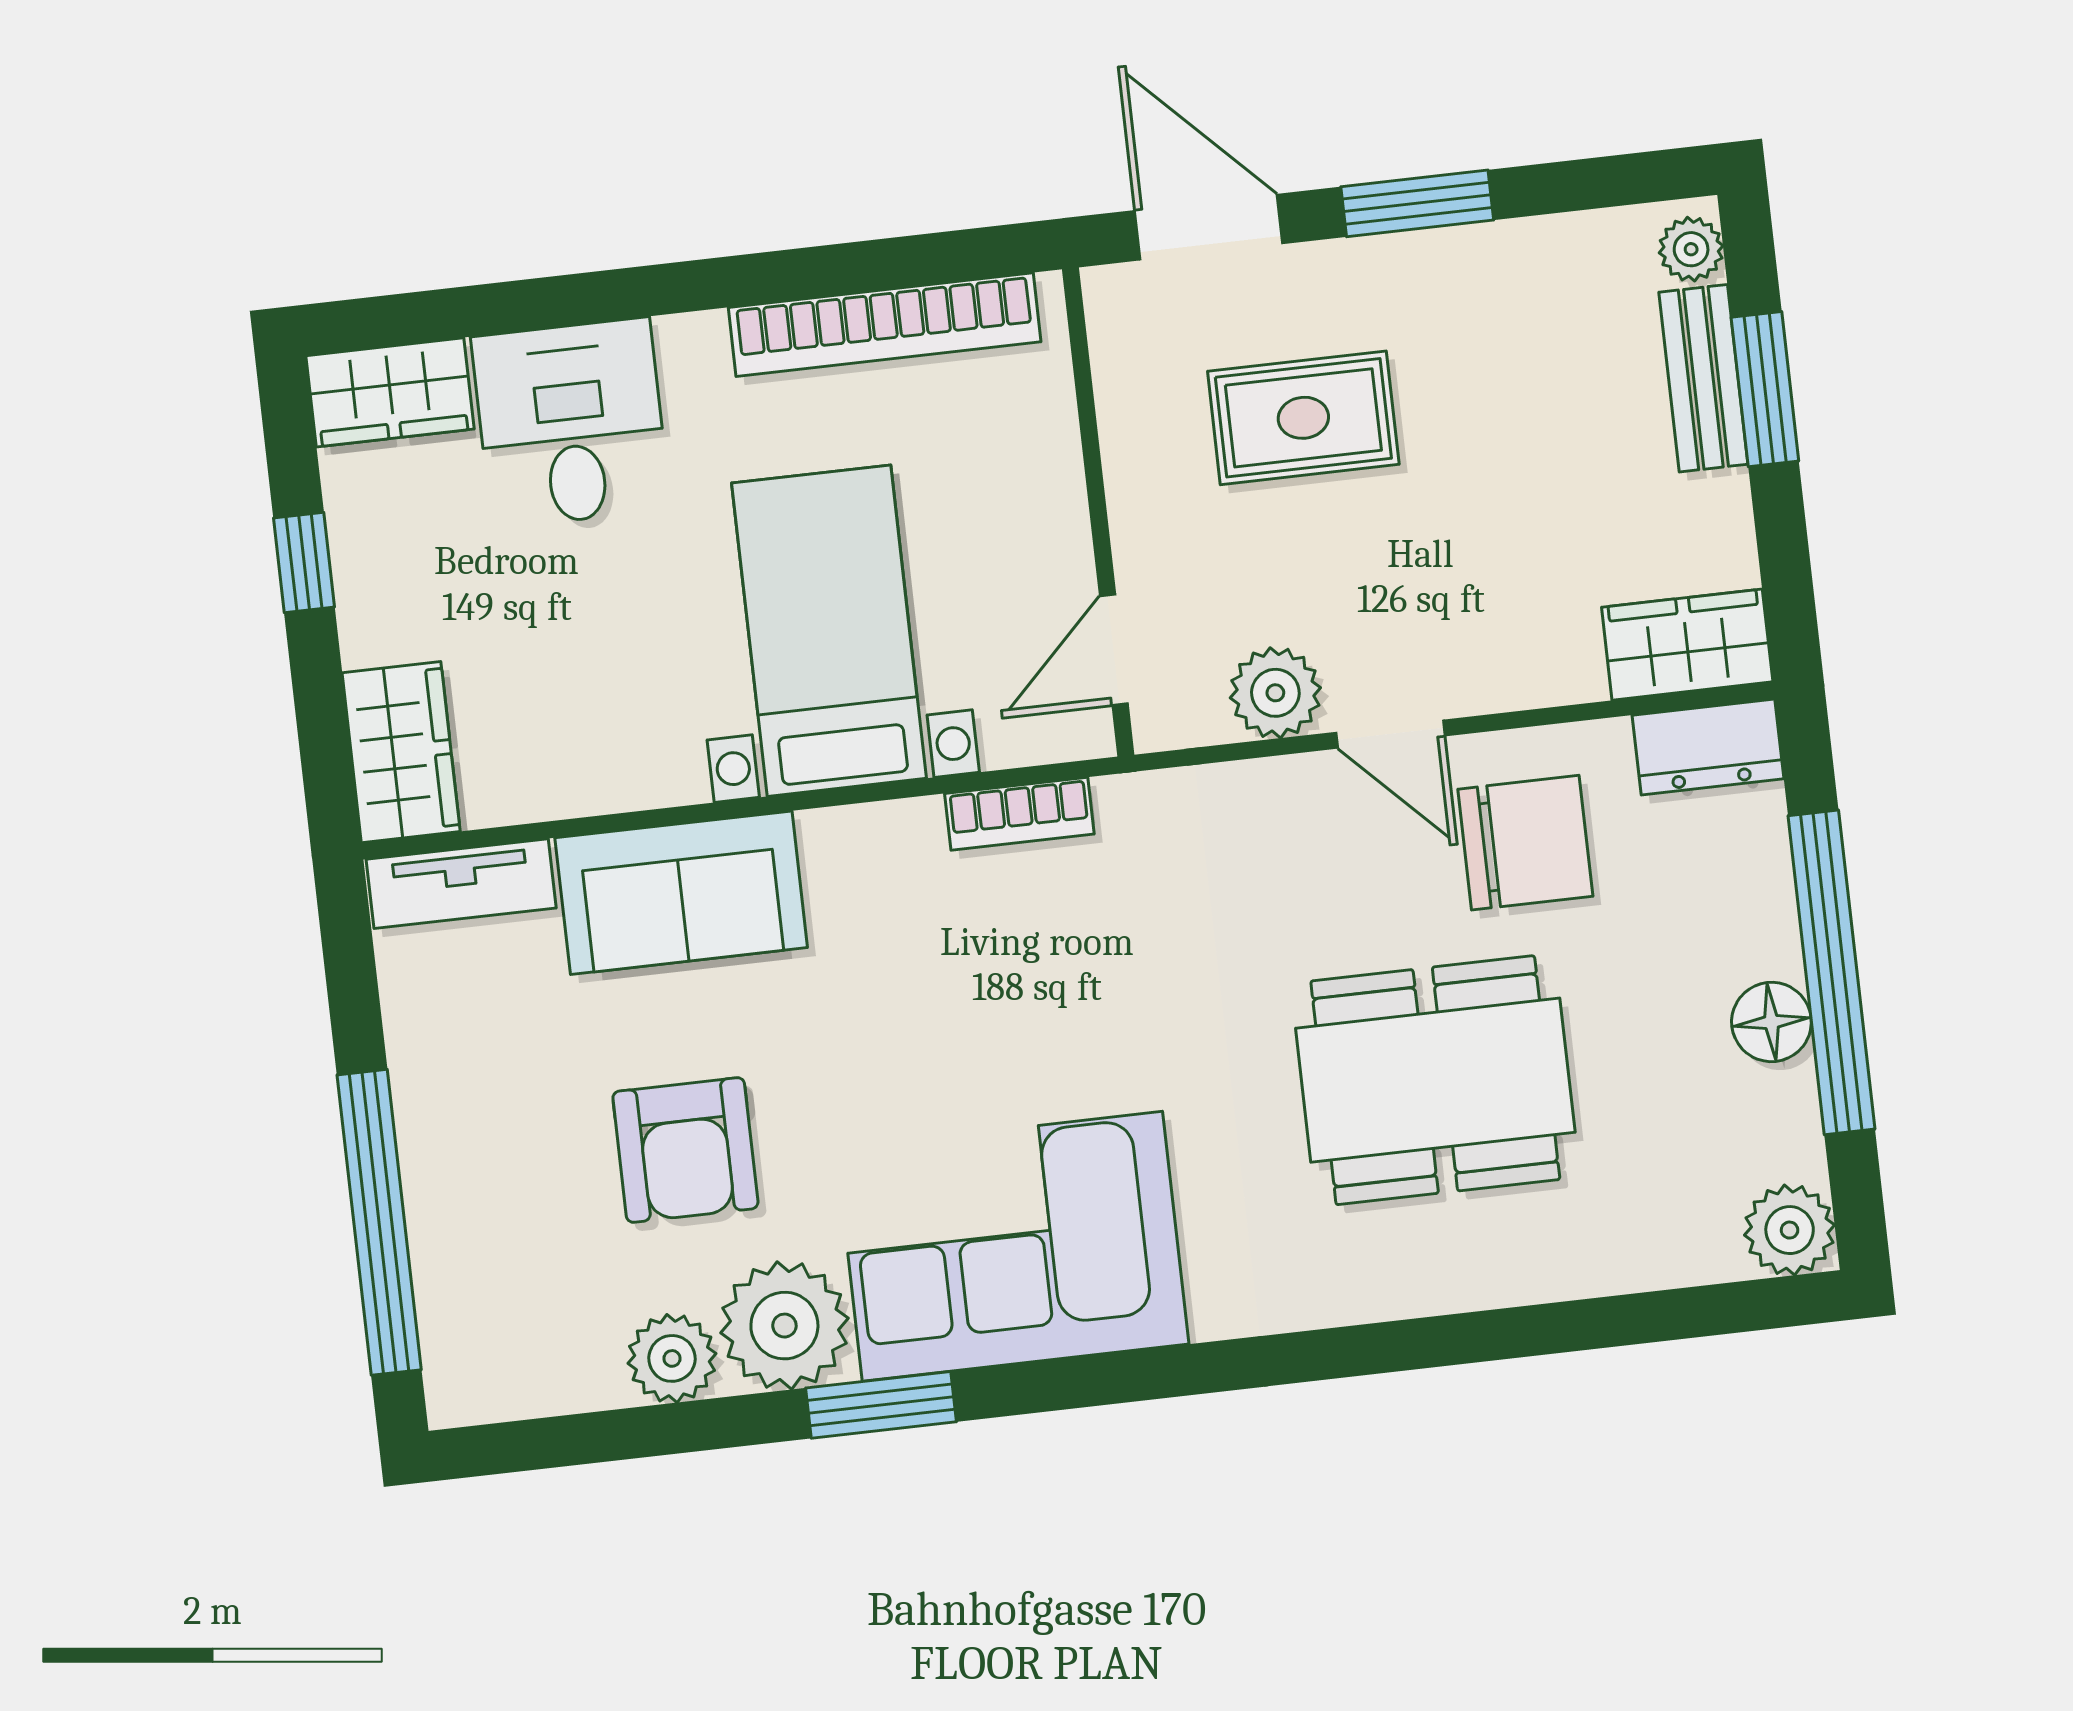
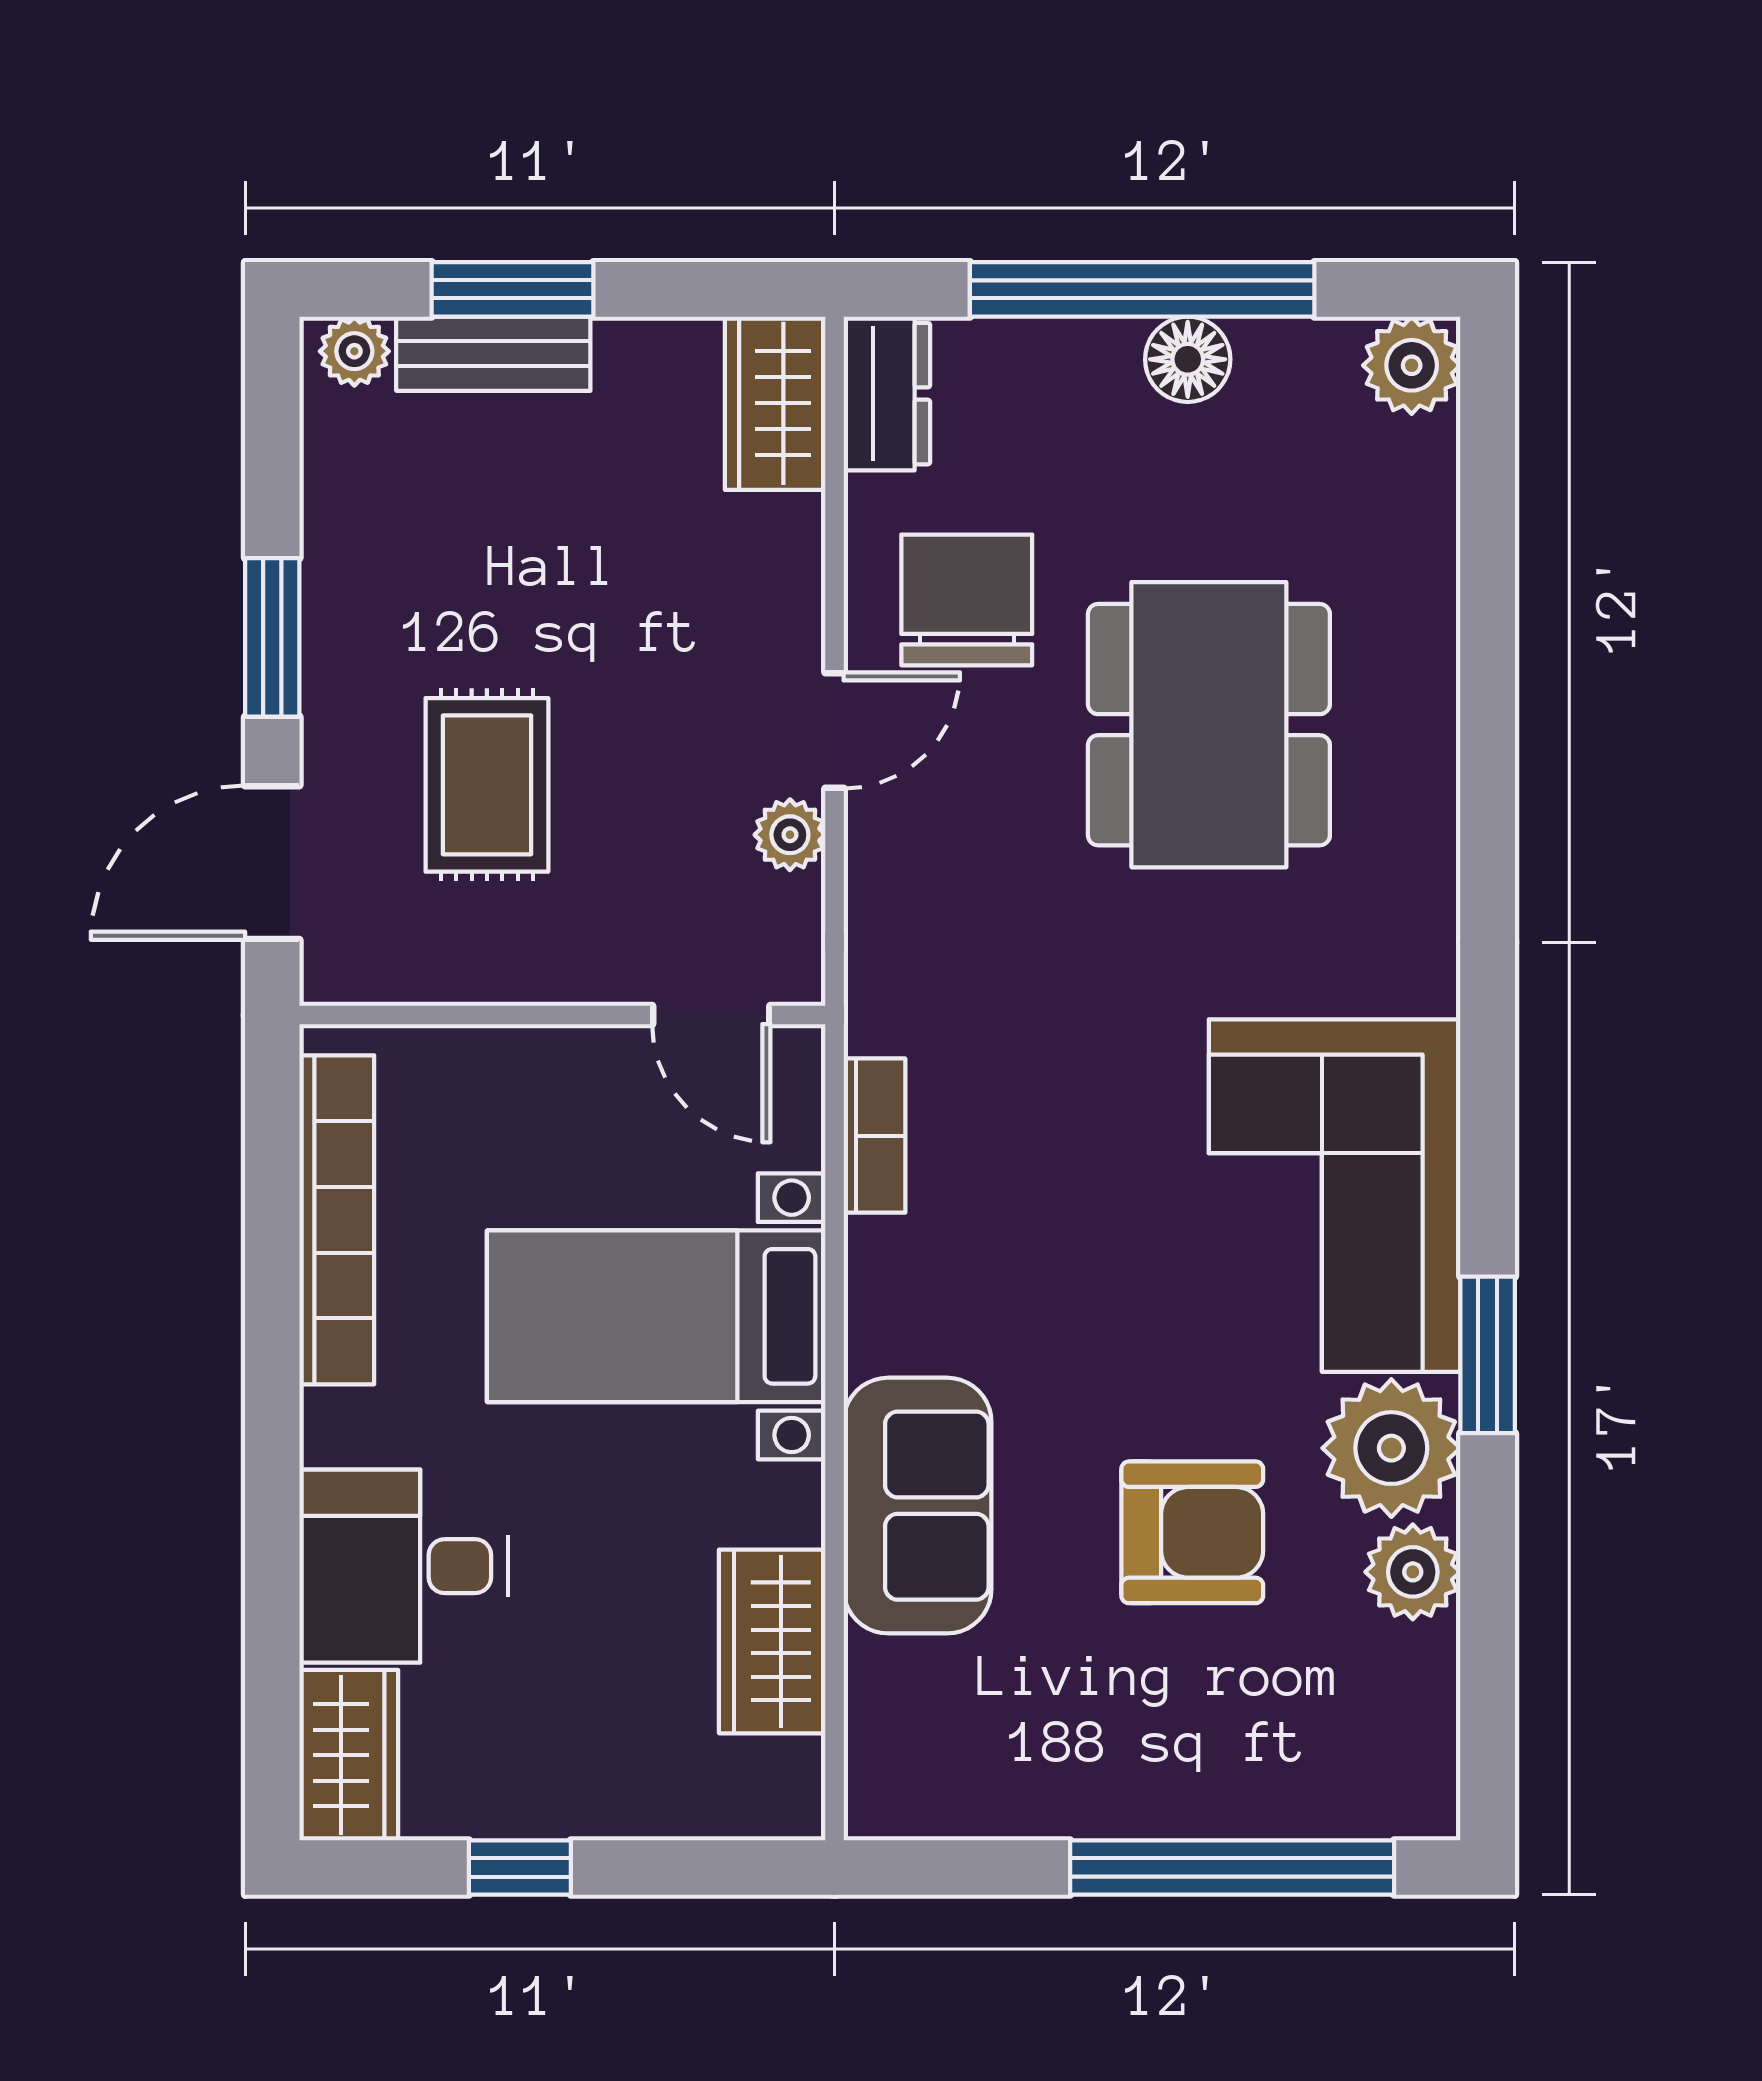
plant: (1275, 693) -> (790, 835), width x0.73, depth x0.73
wardrobe: (401, 752) -> (772, 1641), moved, turned -90
tv unit: (461, 884) -> (881, 1739), removed

